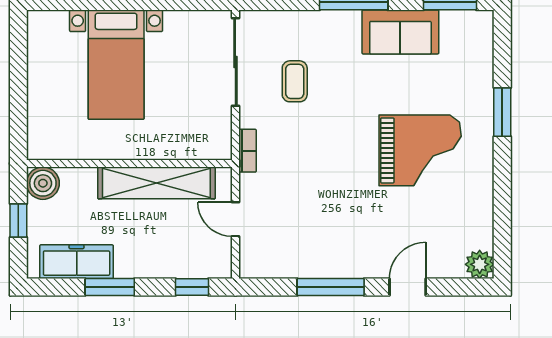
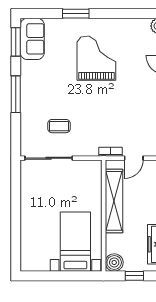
sofa: (400, 32) -> (32, 39), moved
bed with nightstands: (116, 65) -> (75, 242), moved, turned -90
bookcase: (247, 151) -> (111, 152), moved

